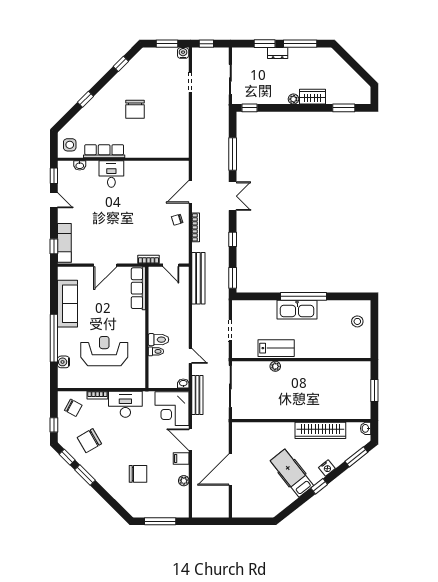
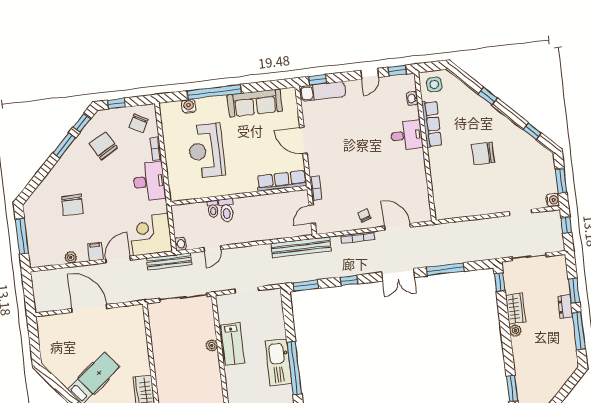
wardrobe: (313, 97) -> (516, 309), moved
reception desk: (104, 351) -> (206, 151), turned 180

